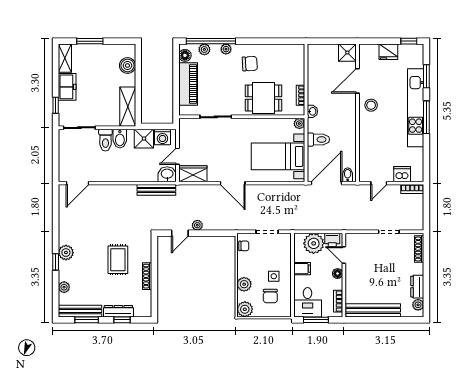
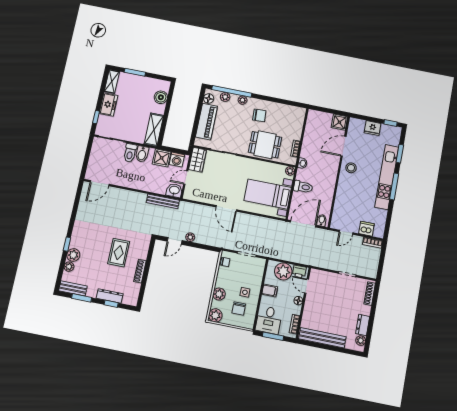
wardrobe: (193, 174) -> (197, 160), moved, turned 90
plant: (66, 253) -> (73, 255), moved
bench: (80, 311) -> (73, 288), width x0.73

